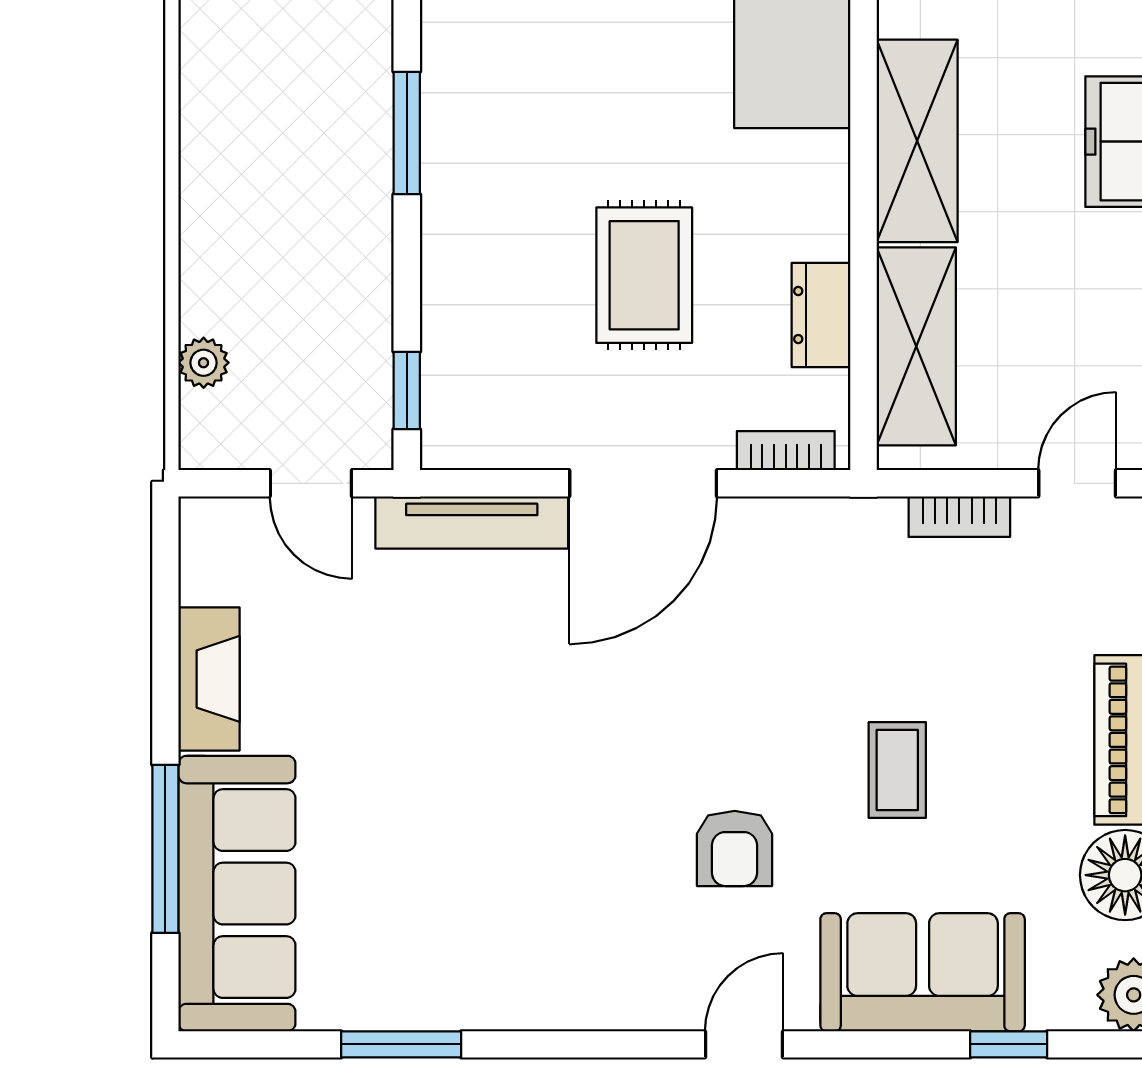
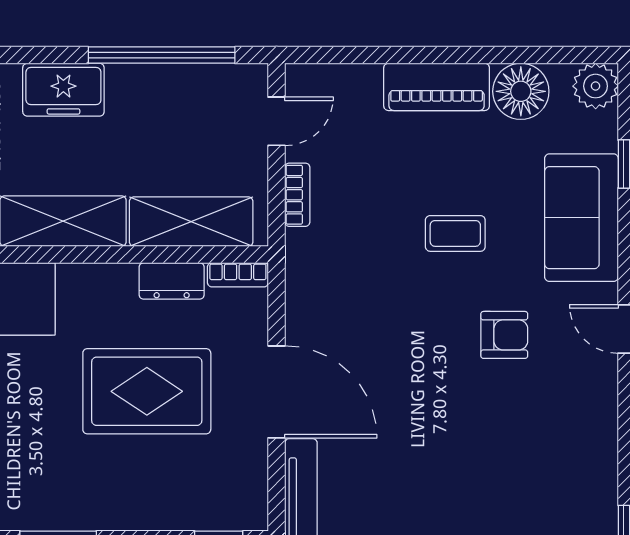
rug: (644, 275) -> (147, 391), width x1.36, depth x1.43
bookcase: (786, 451) -> (238, 275), moved, turned -90
door: (1077, 483) -> (277, 121), swing flipped

